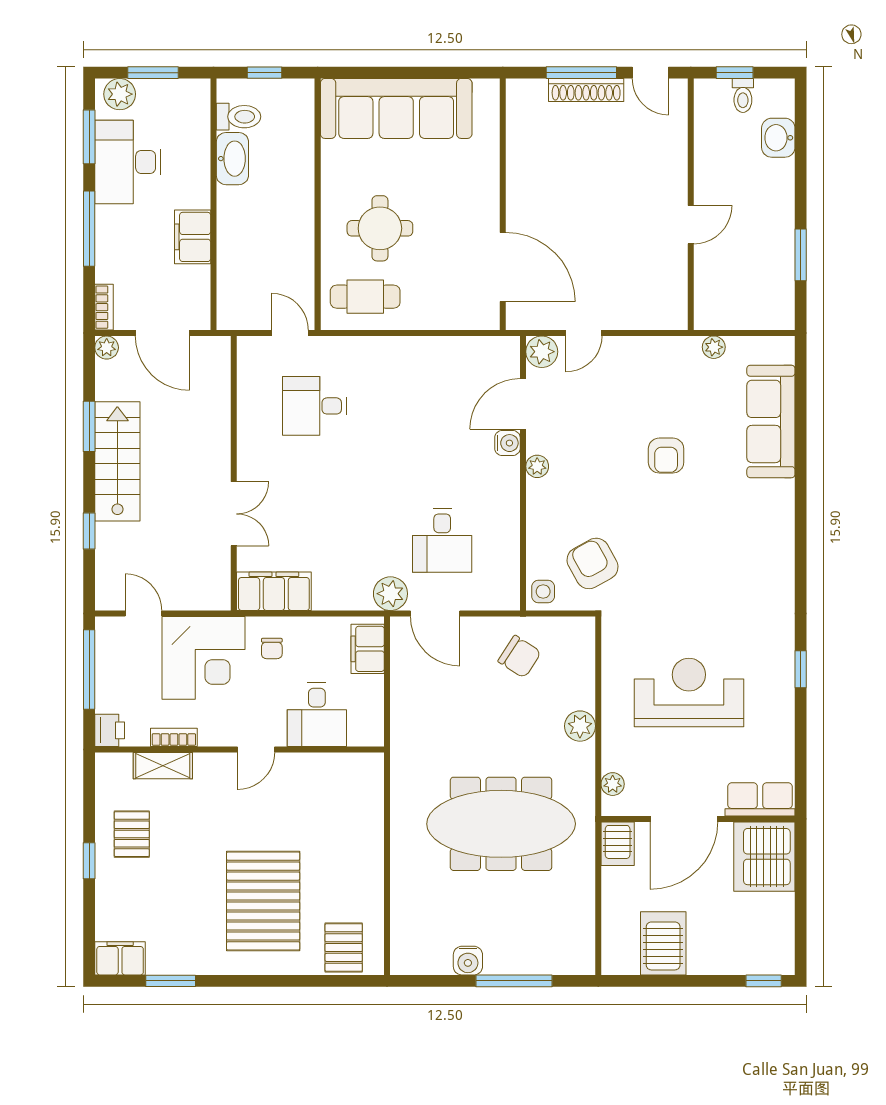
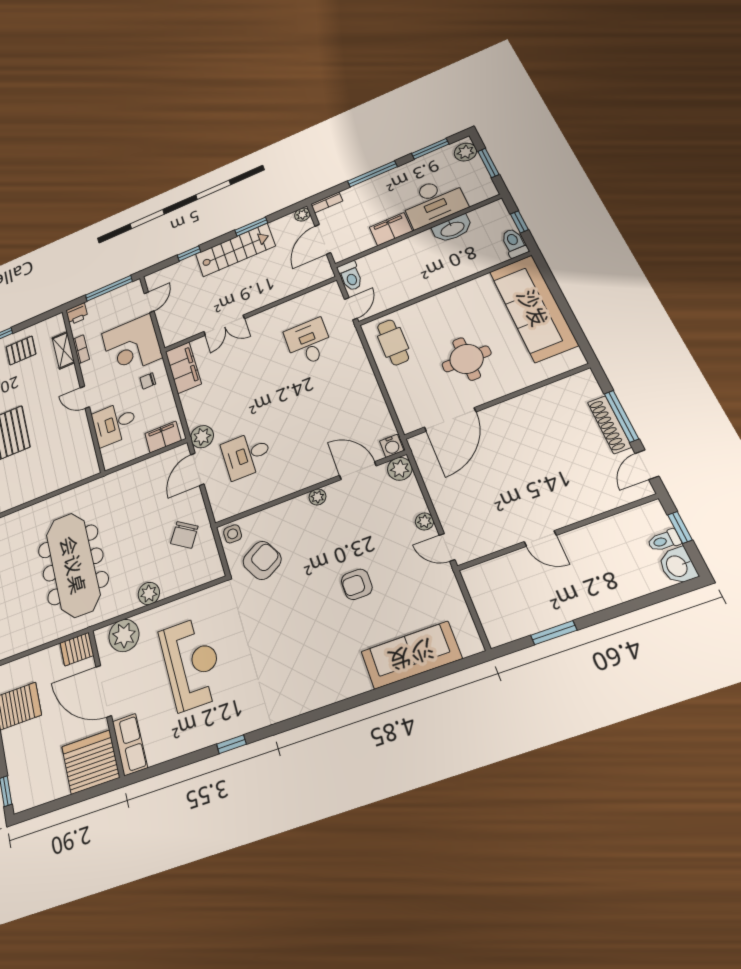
toilet: (239, 117) -> (514, 243), moved, turned 180
washbasin: (778, 138) -> (678, 566), moved, turned -90
desk: (128, 162) -> (434, 202), moved, turned 180
round table: (380, 228) -> (467, 359), moved
toilet: (240, 316) -> (350, 276), added
door: (584, 333) -> (447, 547), moved
plant: (714, 347) -> (424, 522), moved
water cooler: (507, 443) -> (392, 446), moved
plant: (613, 784) -> (124, 635), width x1.88, depth x1.88

